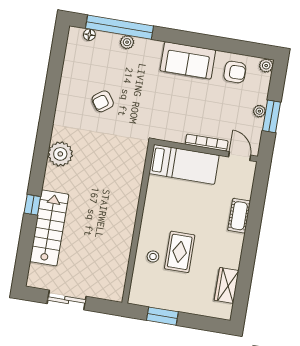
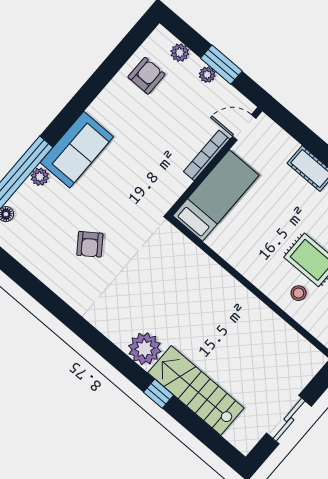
sofa: (188, 60) -> (77, 150), moved
plant: (266, 66) -> (180, 53), moved
plant: (60, 154) -> (145, 349), moved

